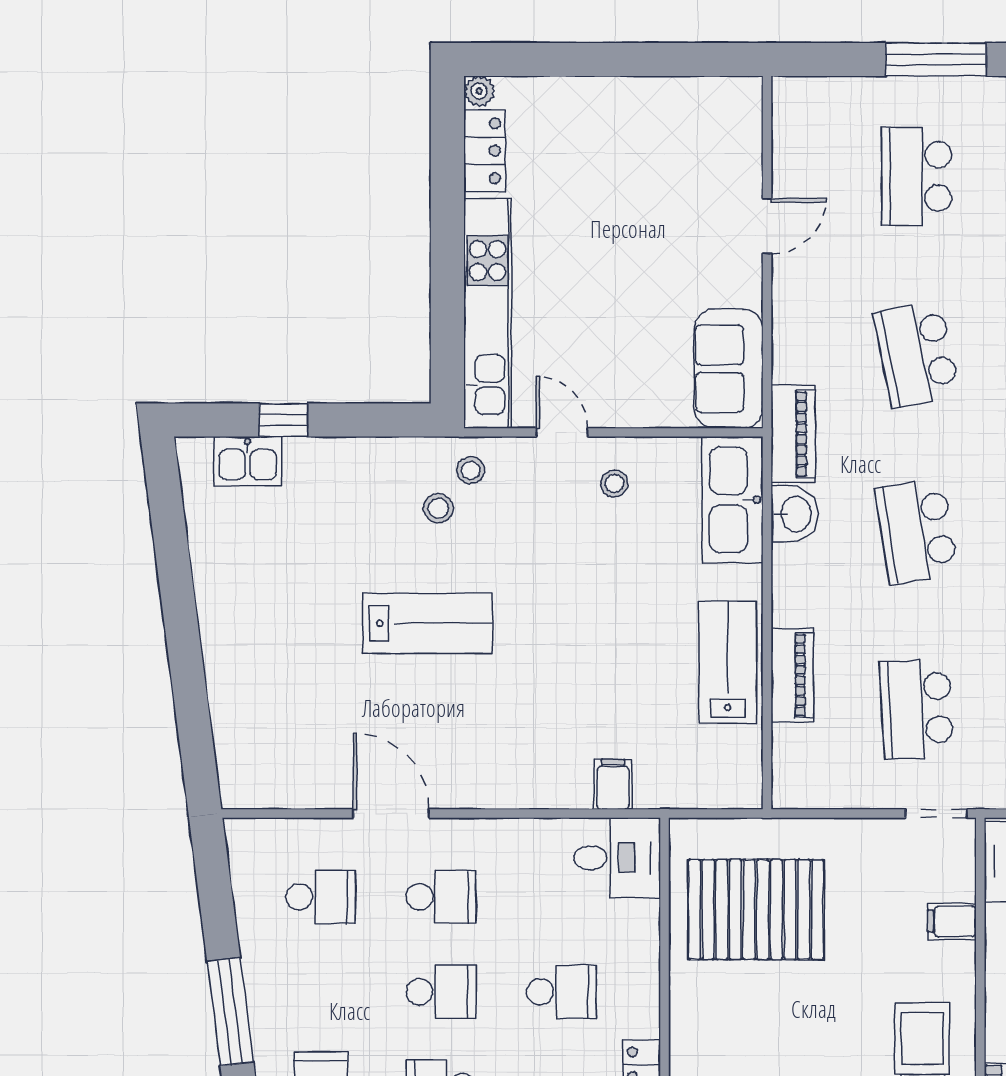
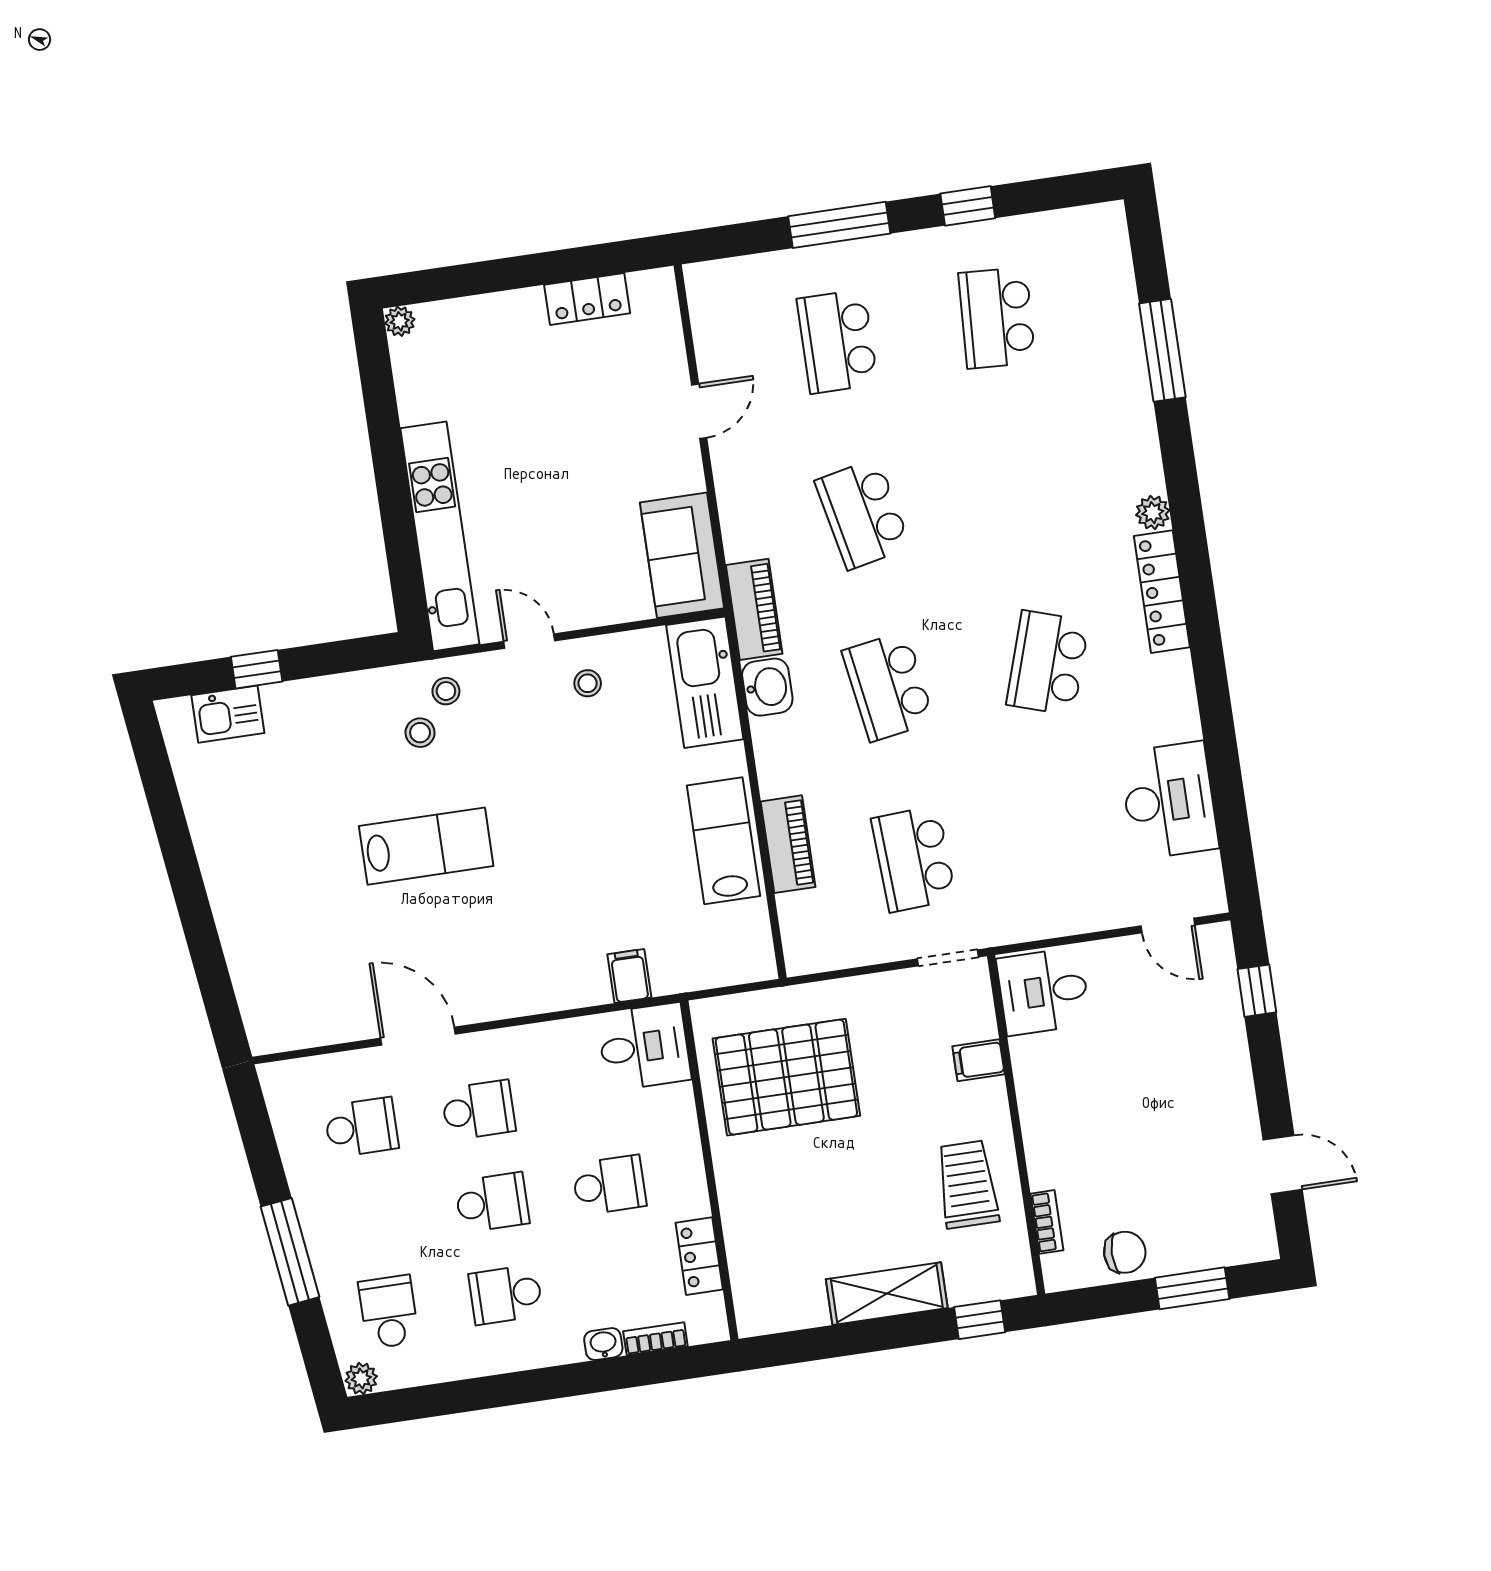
locker: (485, 151) -> (587, 299), moved, turned 90

